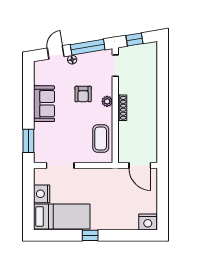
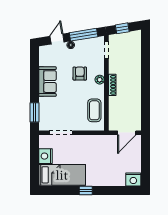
armchair: (83, 94) -> (80, 74), turned 180
door: (140, 166) -> (127, 133), hinge flipped

